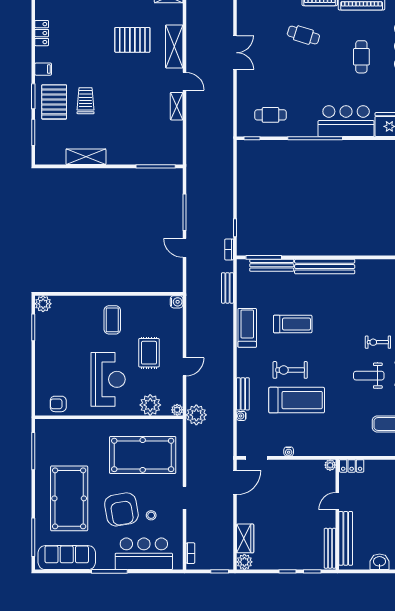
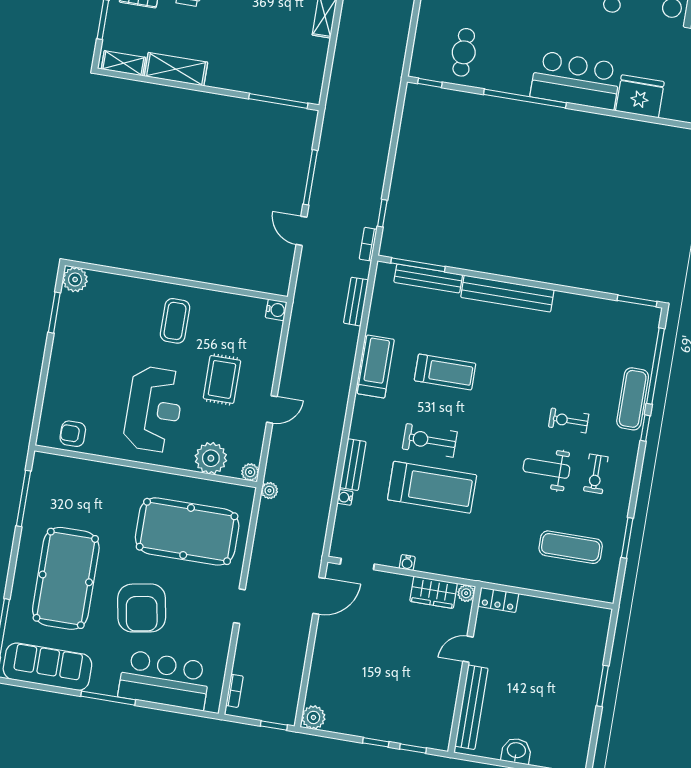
cafe table: (271, 115) -> (464, 52), turned 90
shelving: (51, 158) -> (123, 63), added
plant: (196, 415) -> (269, 491), width x0.53, depth x0.53
stool: (151, 515) -> (185, 624), removed
wardrobe: (245, 538) -> (434, 592), moved, turned 90
bench: (330, 548) -> (445, 718), removed

